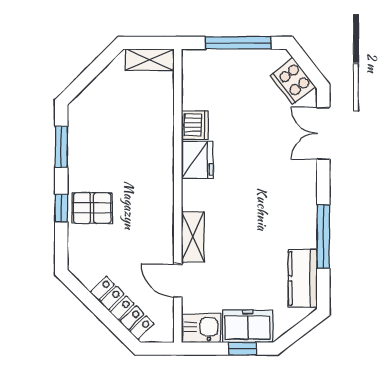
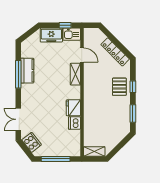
double door: (323, 133) -> (18, 119), swing flipped
pallet: (92, 208) -> (119, 87), turned 90
kitchen counter: (303, 278) -> (27, 71), moved
locker: (122, 308) -> (115, 52), moved
window: (242, 349) -> (65, 25), moved

